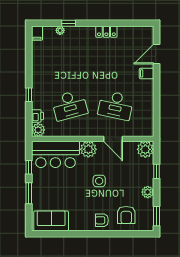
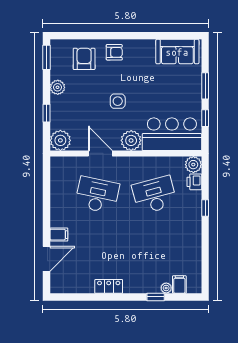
filing cabinet: (37, 33) -> (179, 285), moved

